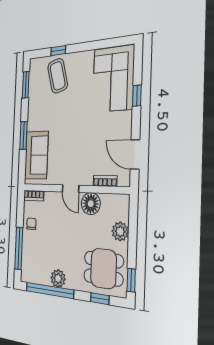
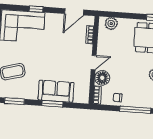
sofa: (36, 155) -> (56, 91), moved
floor lamp: (91, 204) -> (102, 78), moved
plant: (120, 231) -> (111, 24), moved

